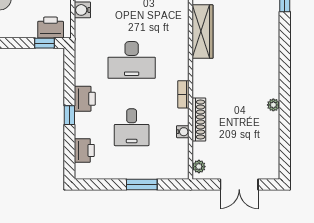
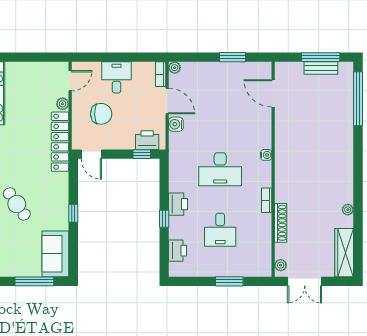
wardrobe: (203, 32) -> (344, 253), moved, turned 180
water cooler: (183, 132) -> (266, 155), moved
double door: (239, 184) -> (305, 281), moved

